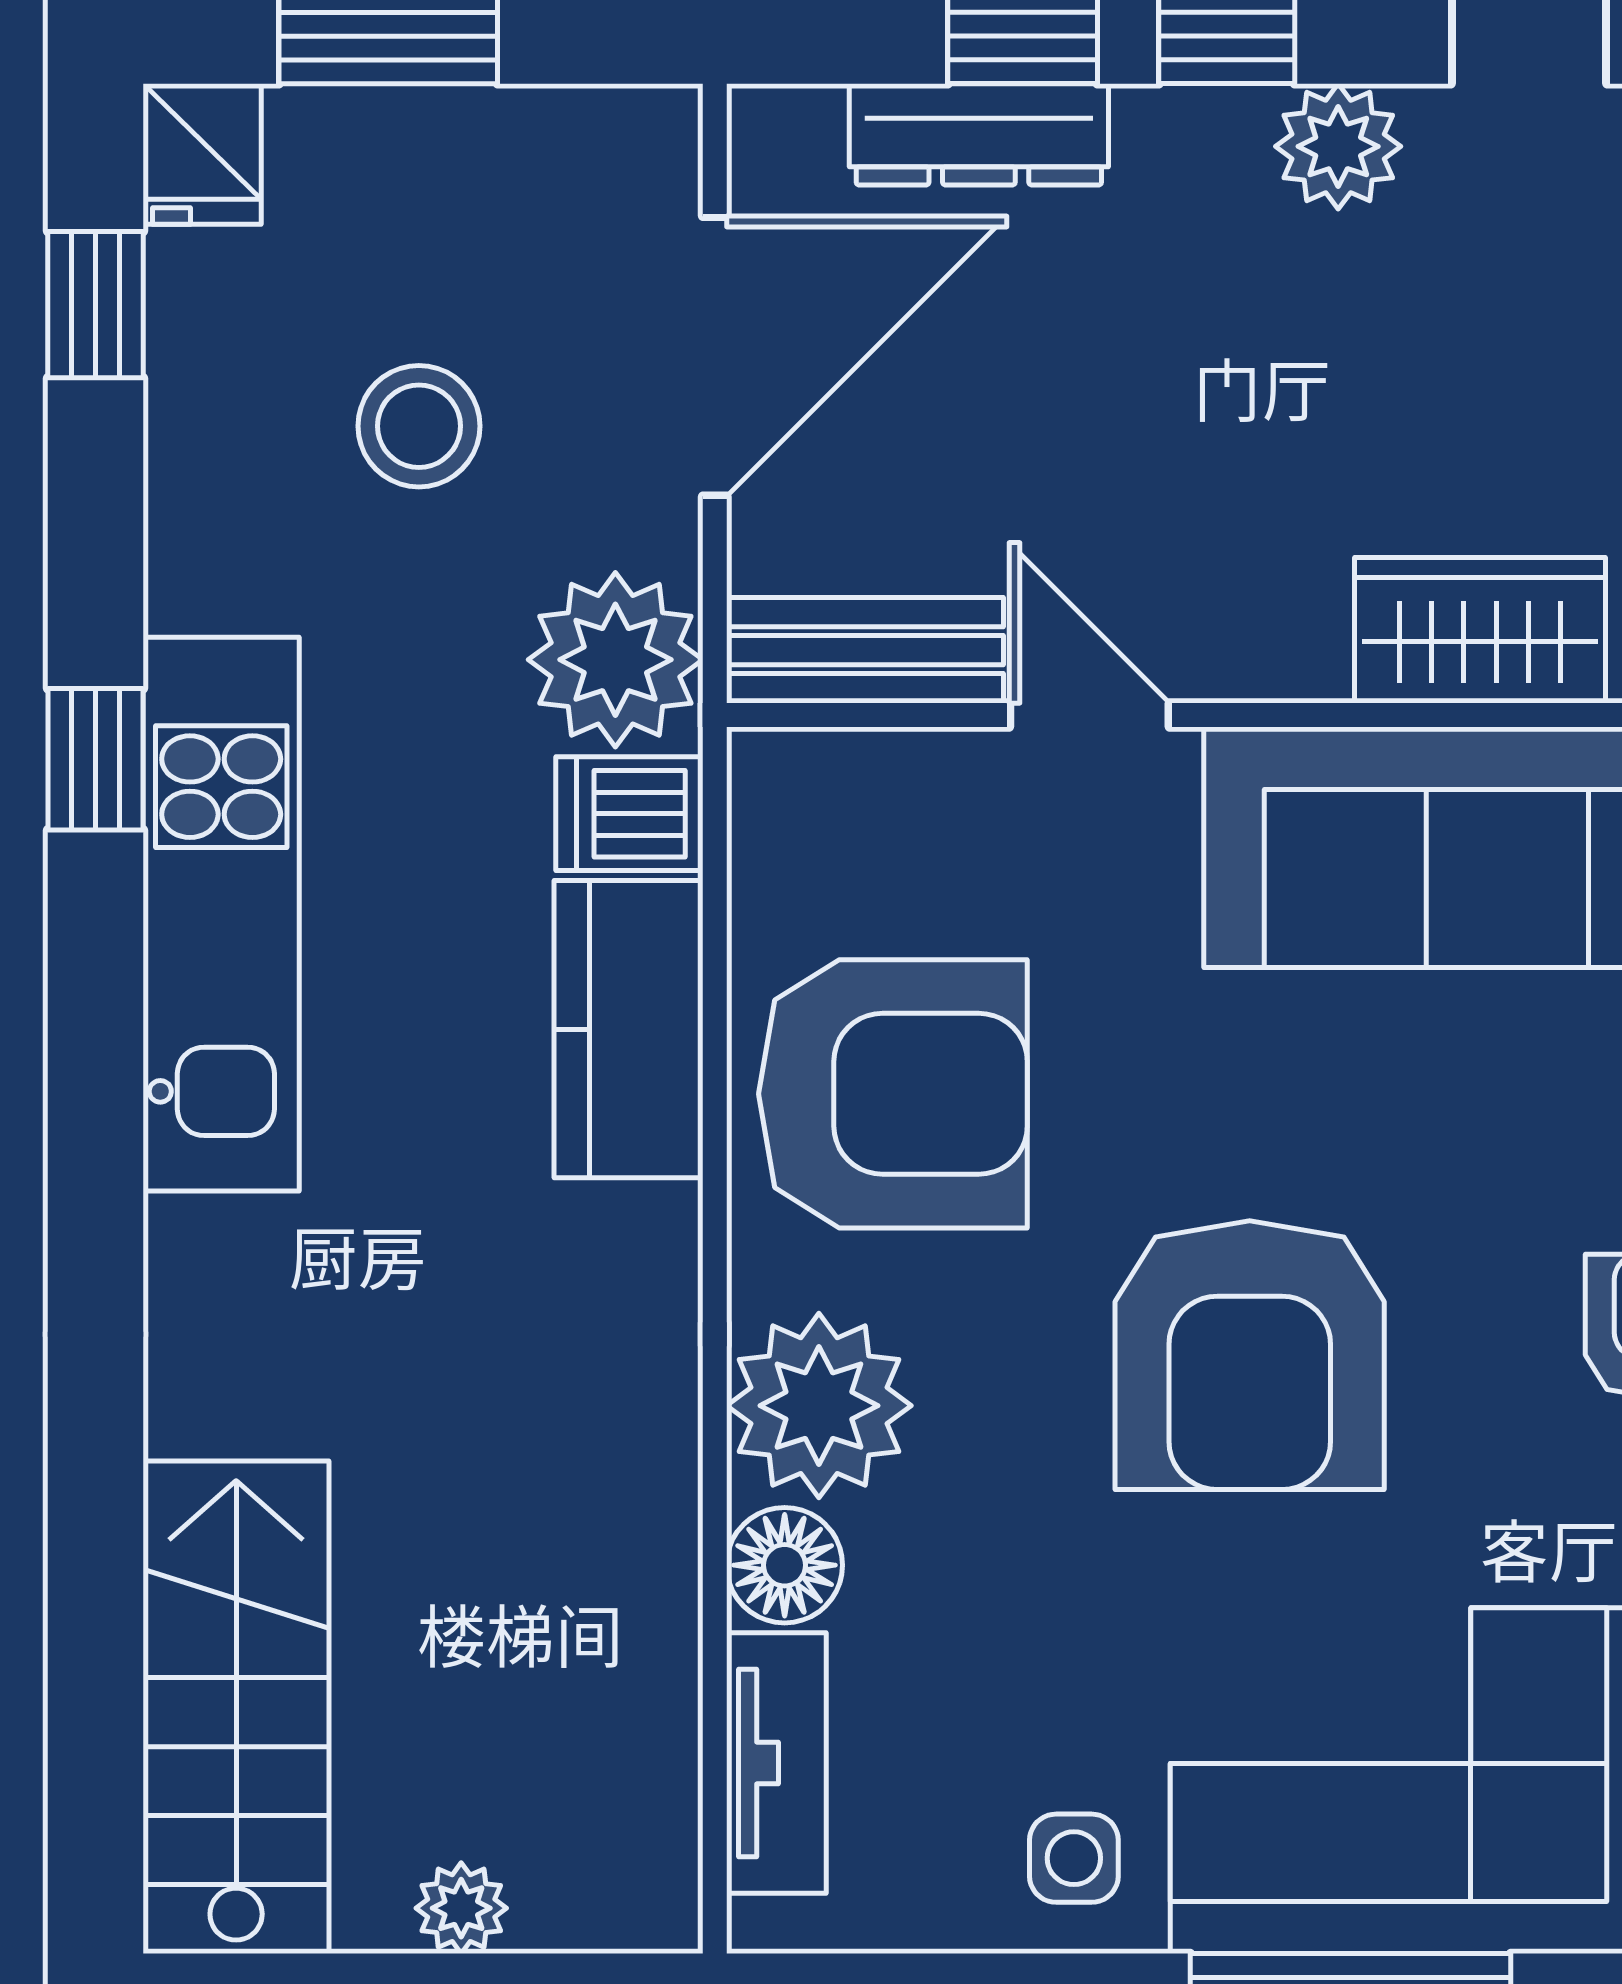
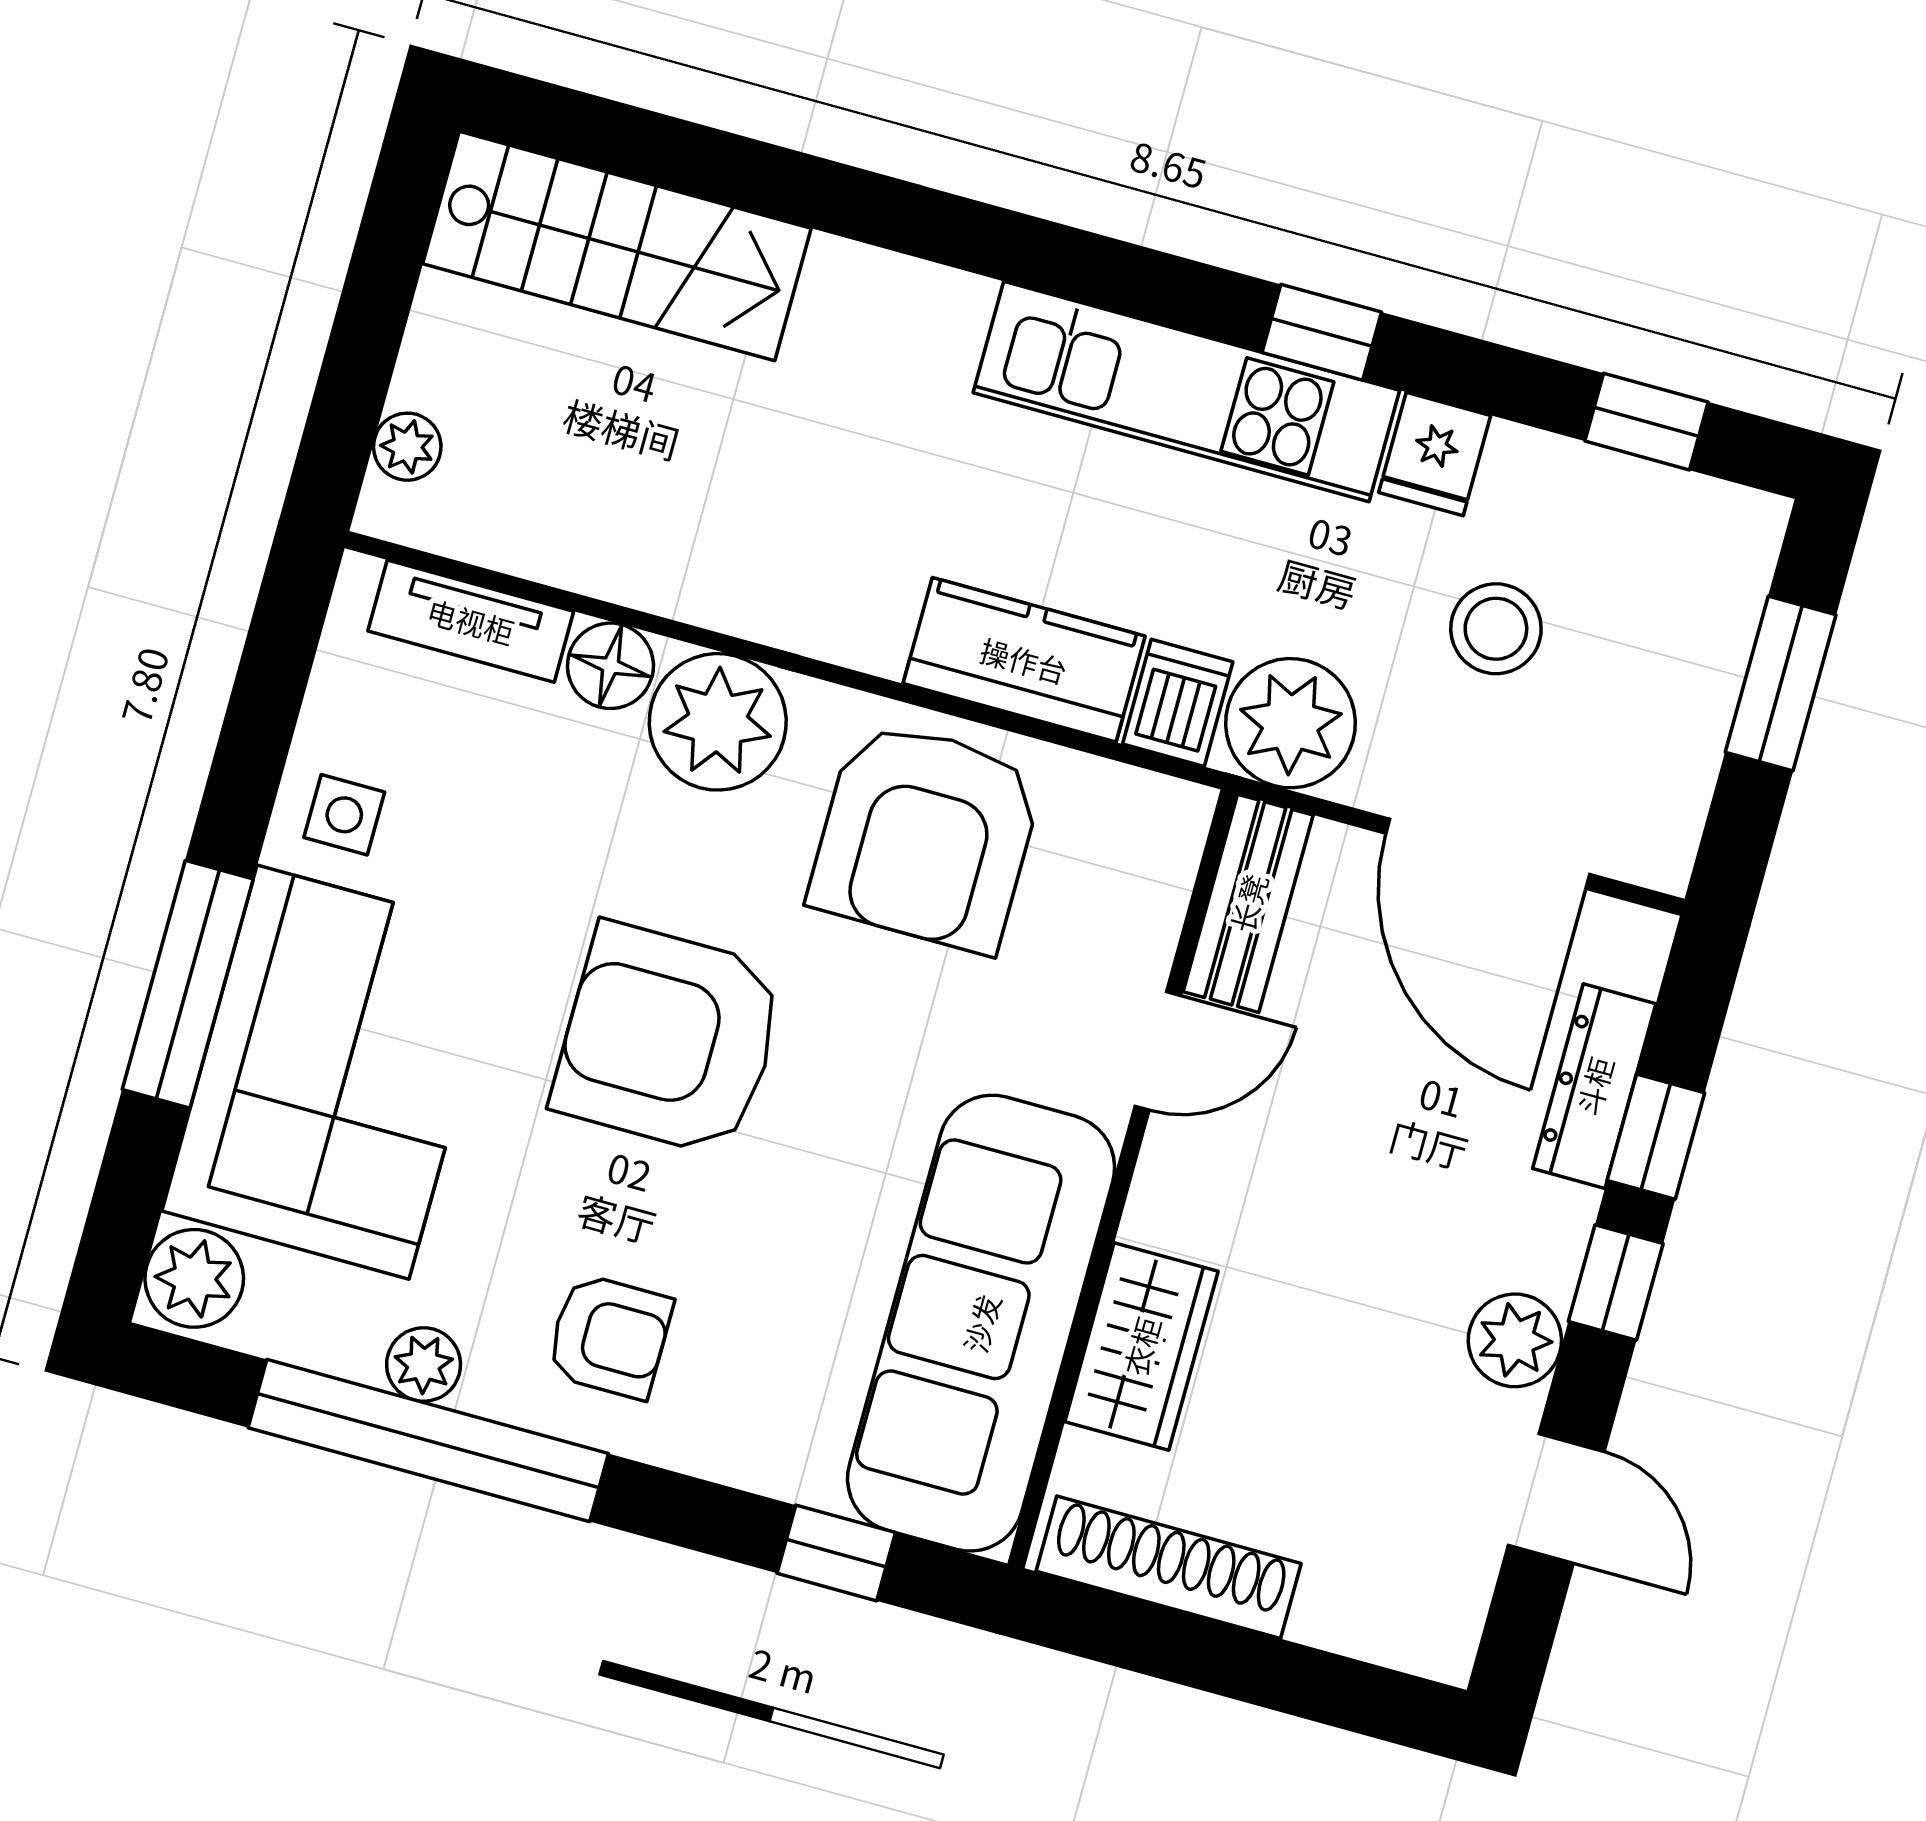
fridge: (202, 154) -> (1435, 454), moved, turned -90
plant: (461, 1908) -> (407, 447), moved

